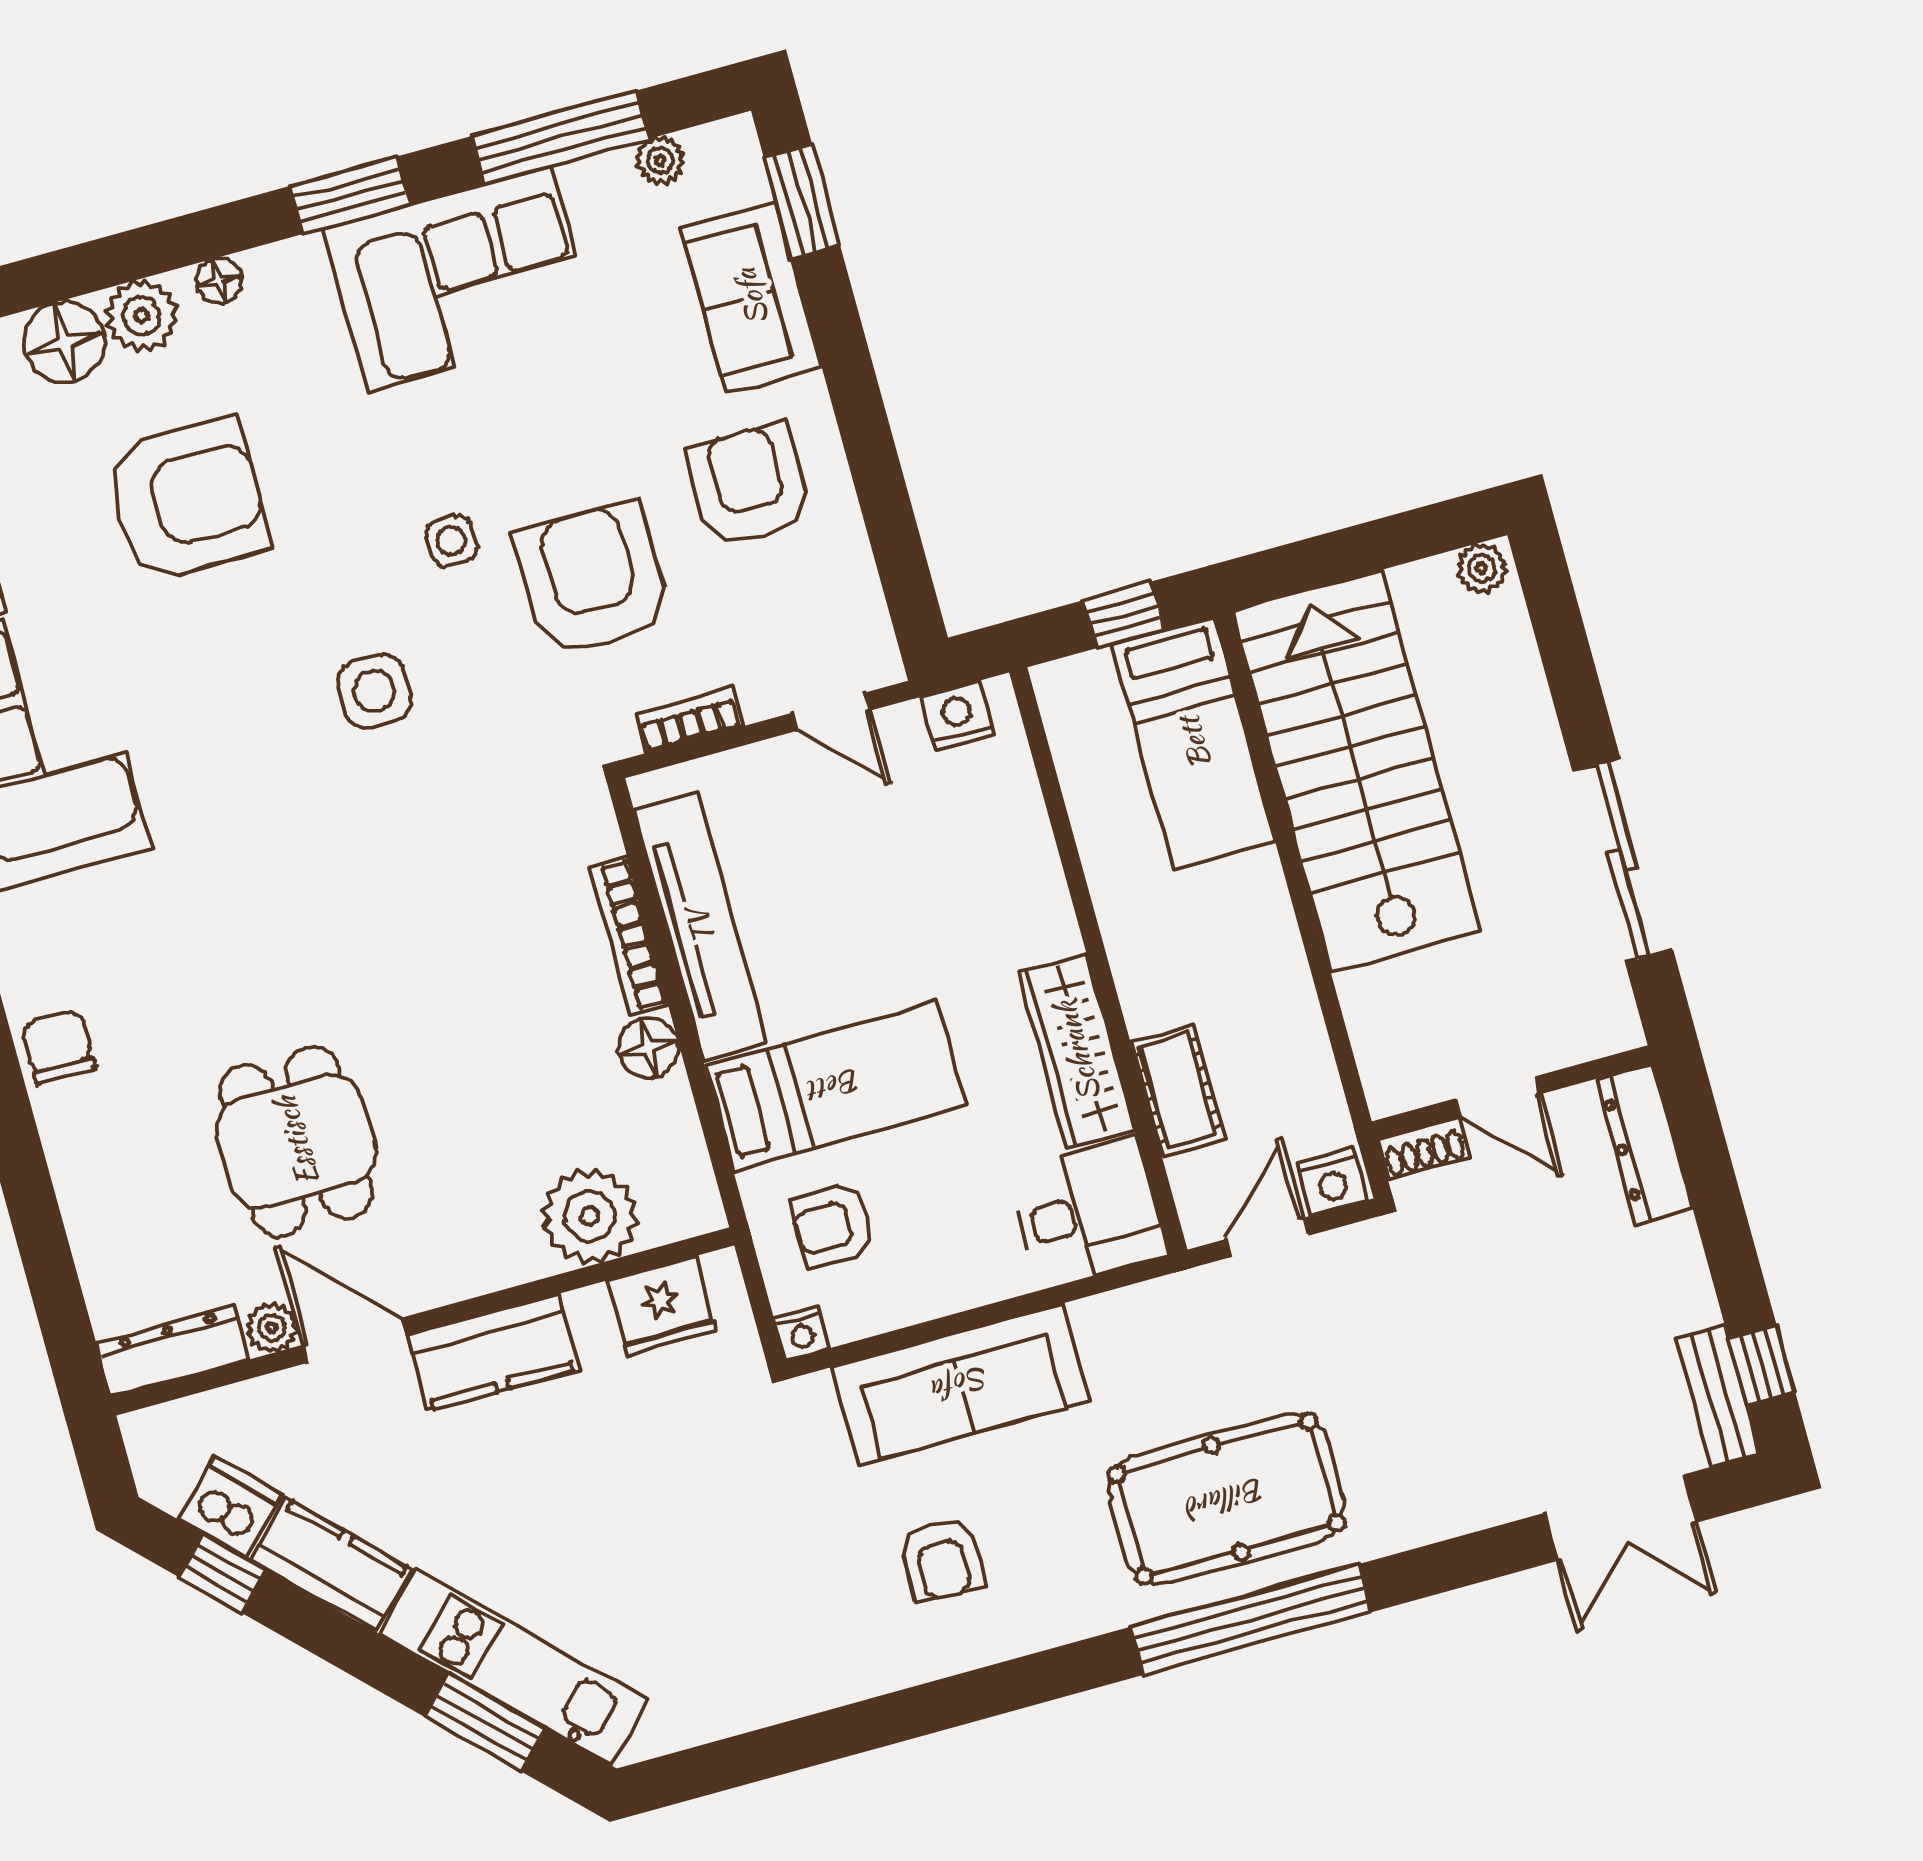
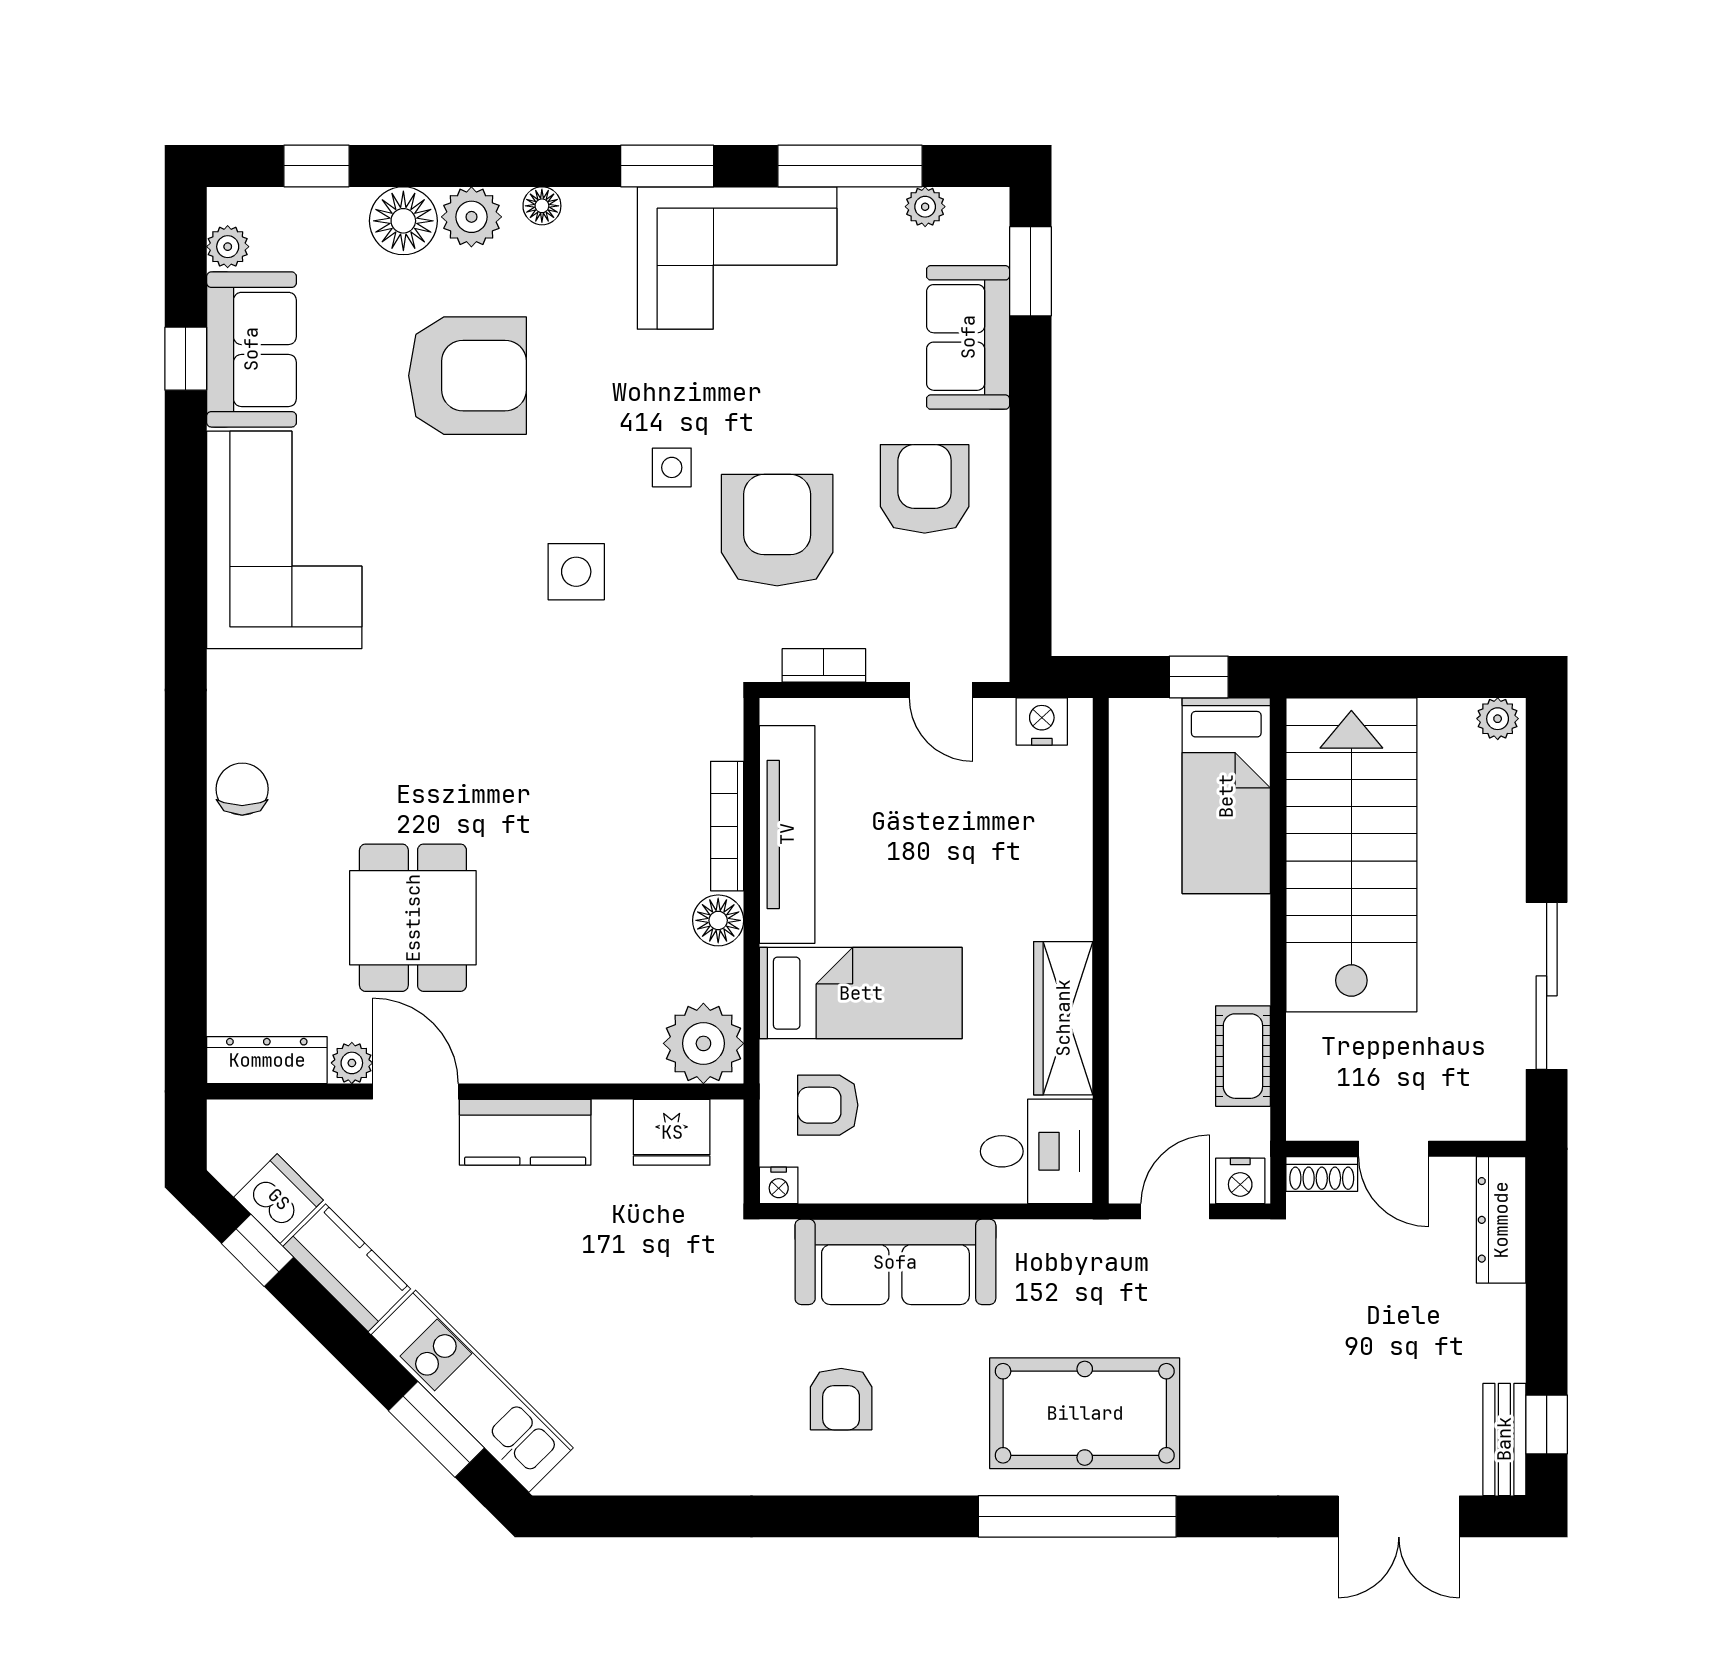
cot: (1178, 1091) -> (1243, 1056), moved
plant: (590, 1216) -> (703, 1043), moved

